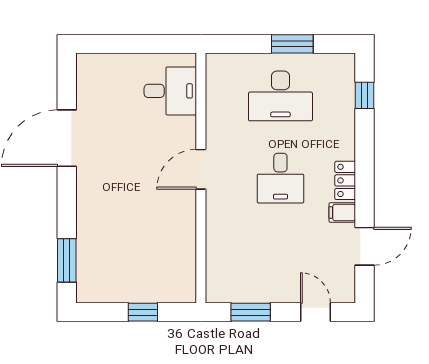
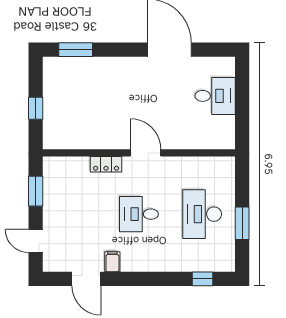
desk: (170, 91) -> (215, 96), moved, turned -90
locker: (345, 180) -> (106, 164), moved, turned 180
door: (315, 312) -> (36, 241), swing flipped

